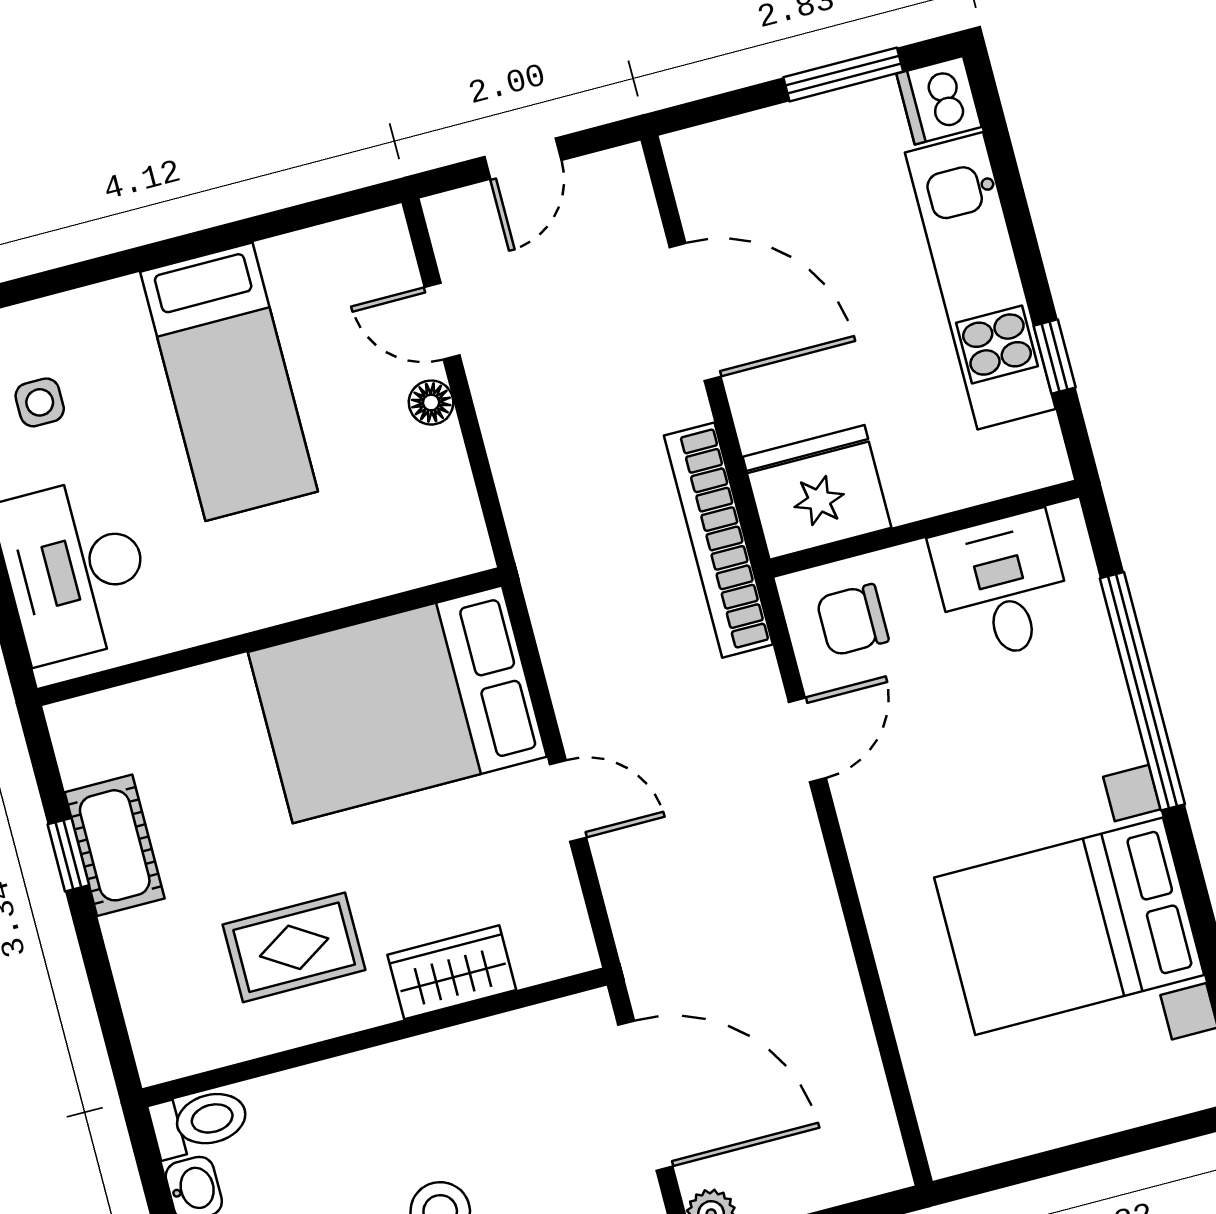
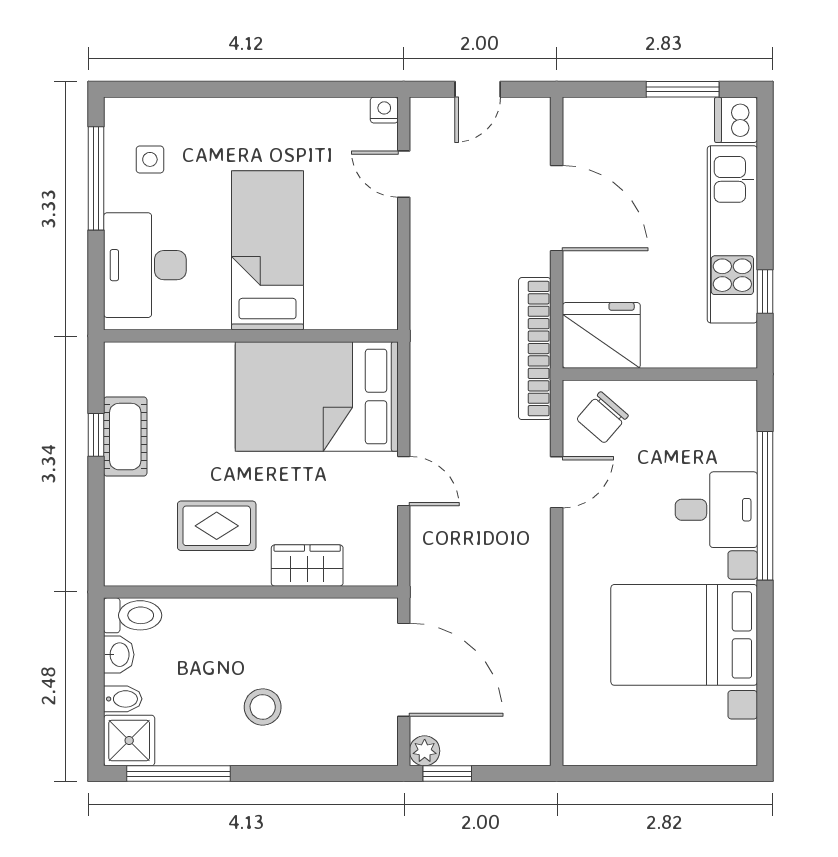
nightstand: (385, 229) -> (384, 110), added
bed: (229, 382) -> (268, 250), moved, turned 180
floor lamp: (431, 403) -> (384, 221), removed
desk: (1002, 586) -> (716, 510), moved, turned 90
chair: (852, 620) -> (603, 417), turned -49

